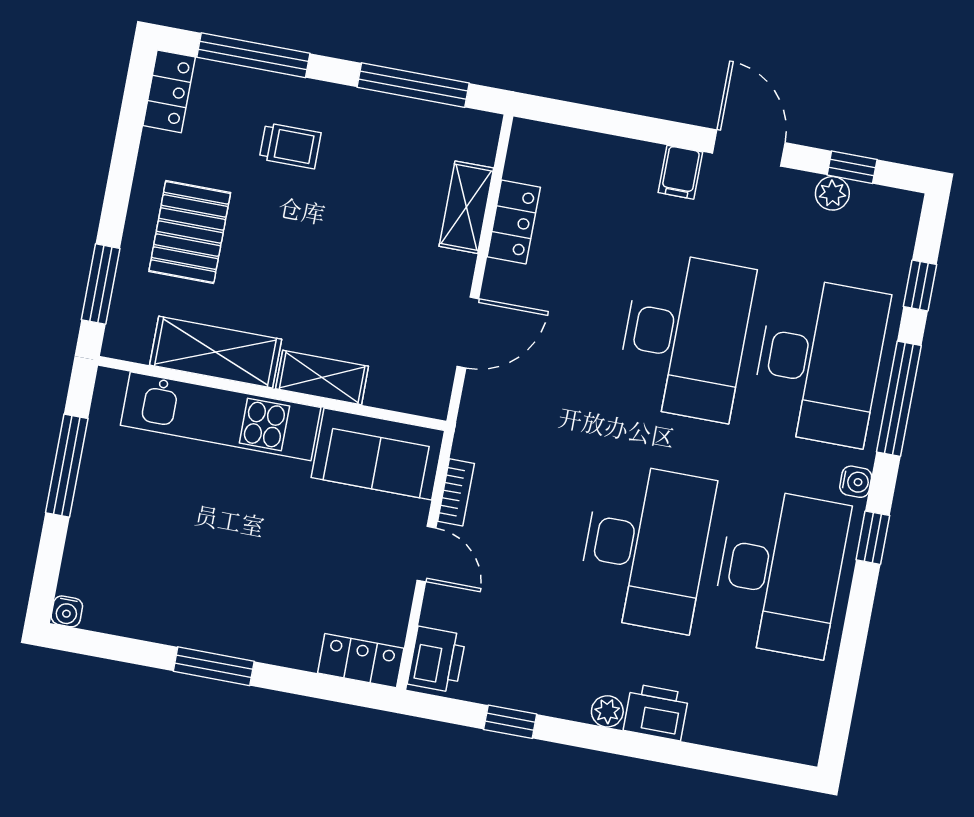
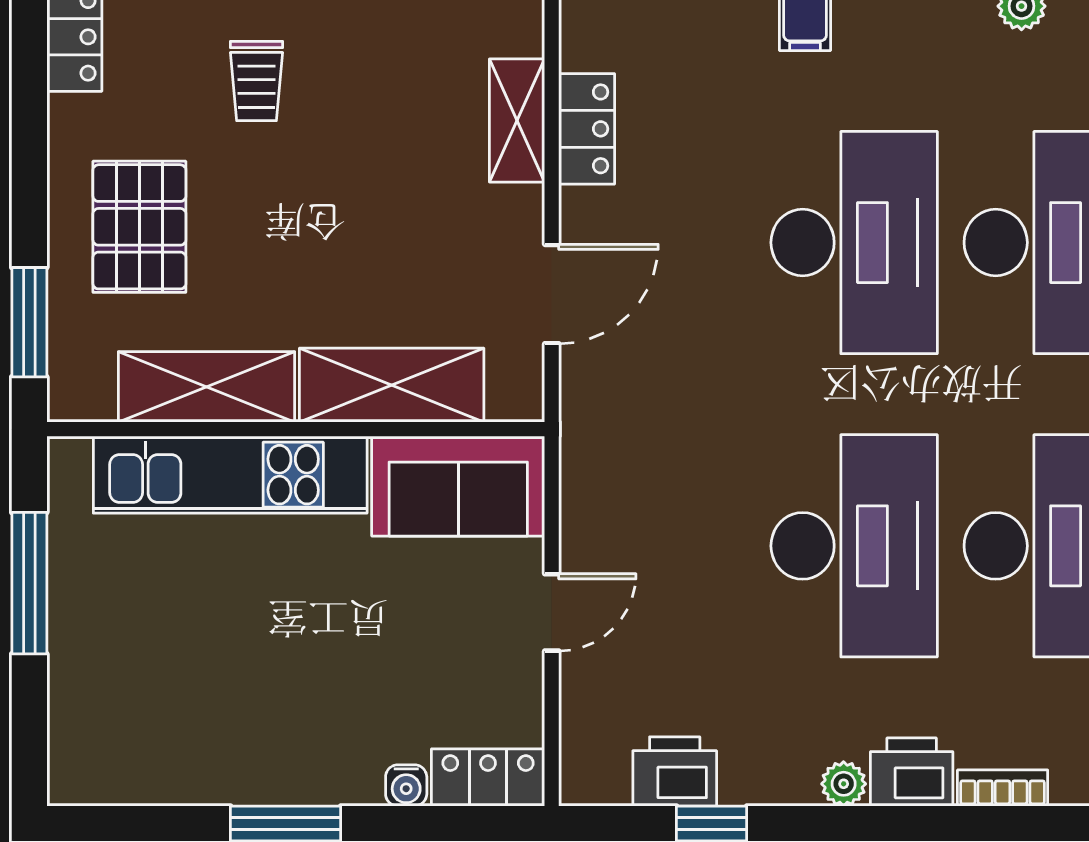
trolley: (290, 146) -> (256, 81), turned 90
shelving: (322, 377) -> (392, 385), width x1.50, depth x1.33
bookcase: (456, 492) -> (1003, 788), moved, turned -90
door: (426, 554) -> (552, 612), hinge flipped
water cooler: (67, 611) -> (406, 785), moved
printer: (437, 659) -> (675, 771), moved, turned -90

